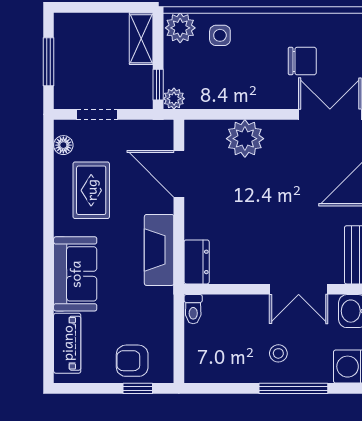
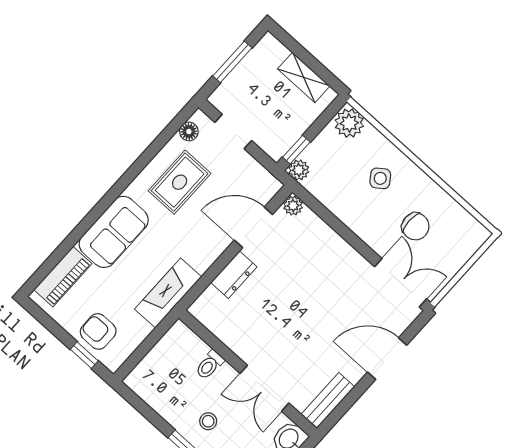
side table: (220, 35) -> (380, 178), moved, turned -36
shelving: (141, 39) -> (304, 77), moved, turned 90
plant: (245, 139) -> (293, 206), moved, width x0.53, depth x0.53
door: (179, 174) -> (253, 227), hinge flipped
fireplace: (159, 250) -> (168, 293), moved
dresser: (197, 262) -> (234, 275), moved
toilet: (193, 309) -> (210, 365), moved

